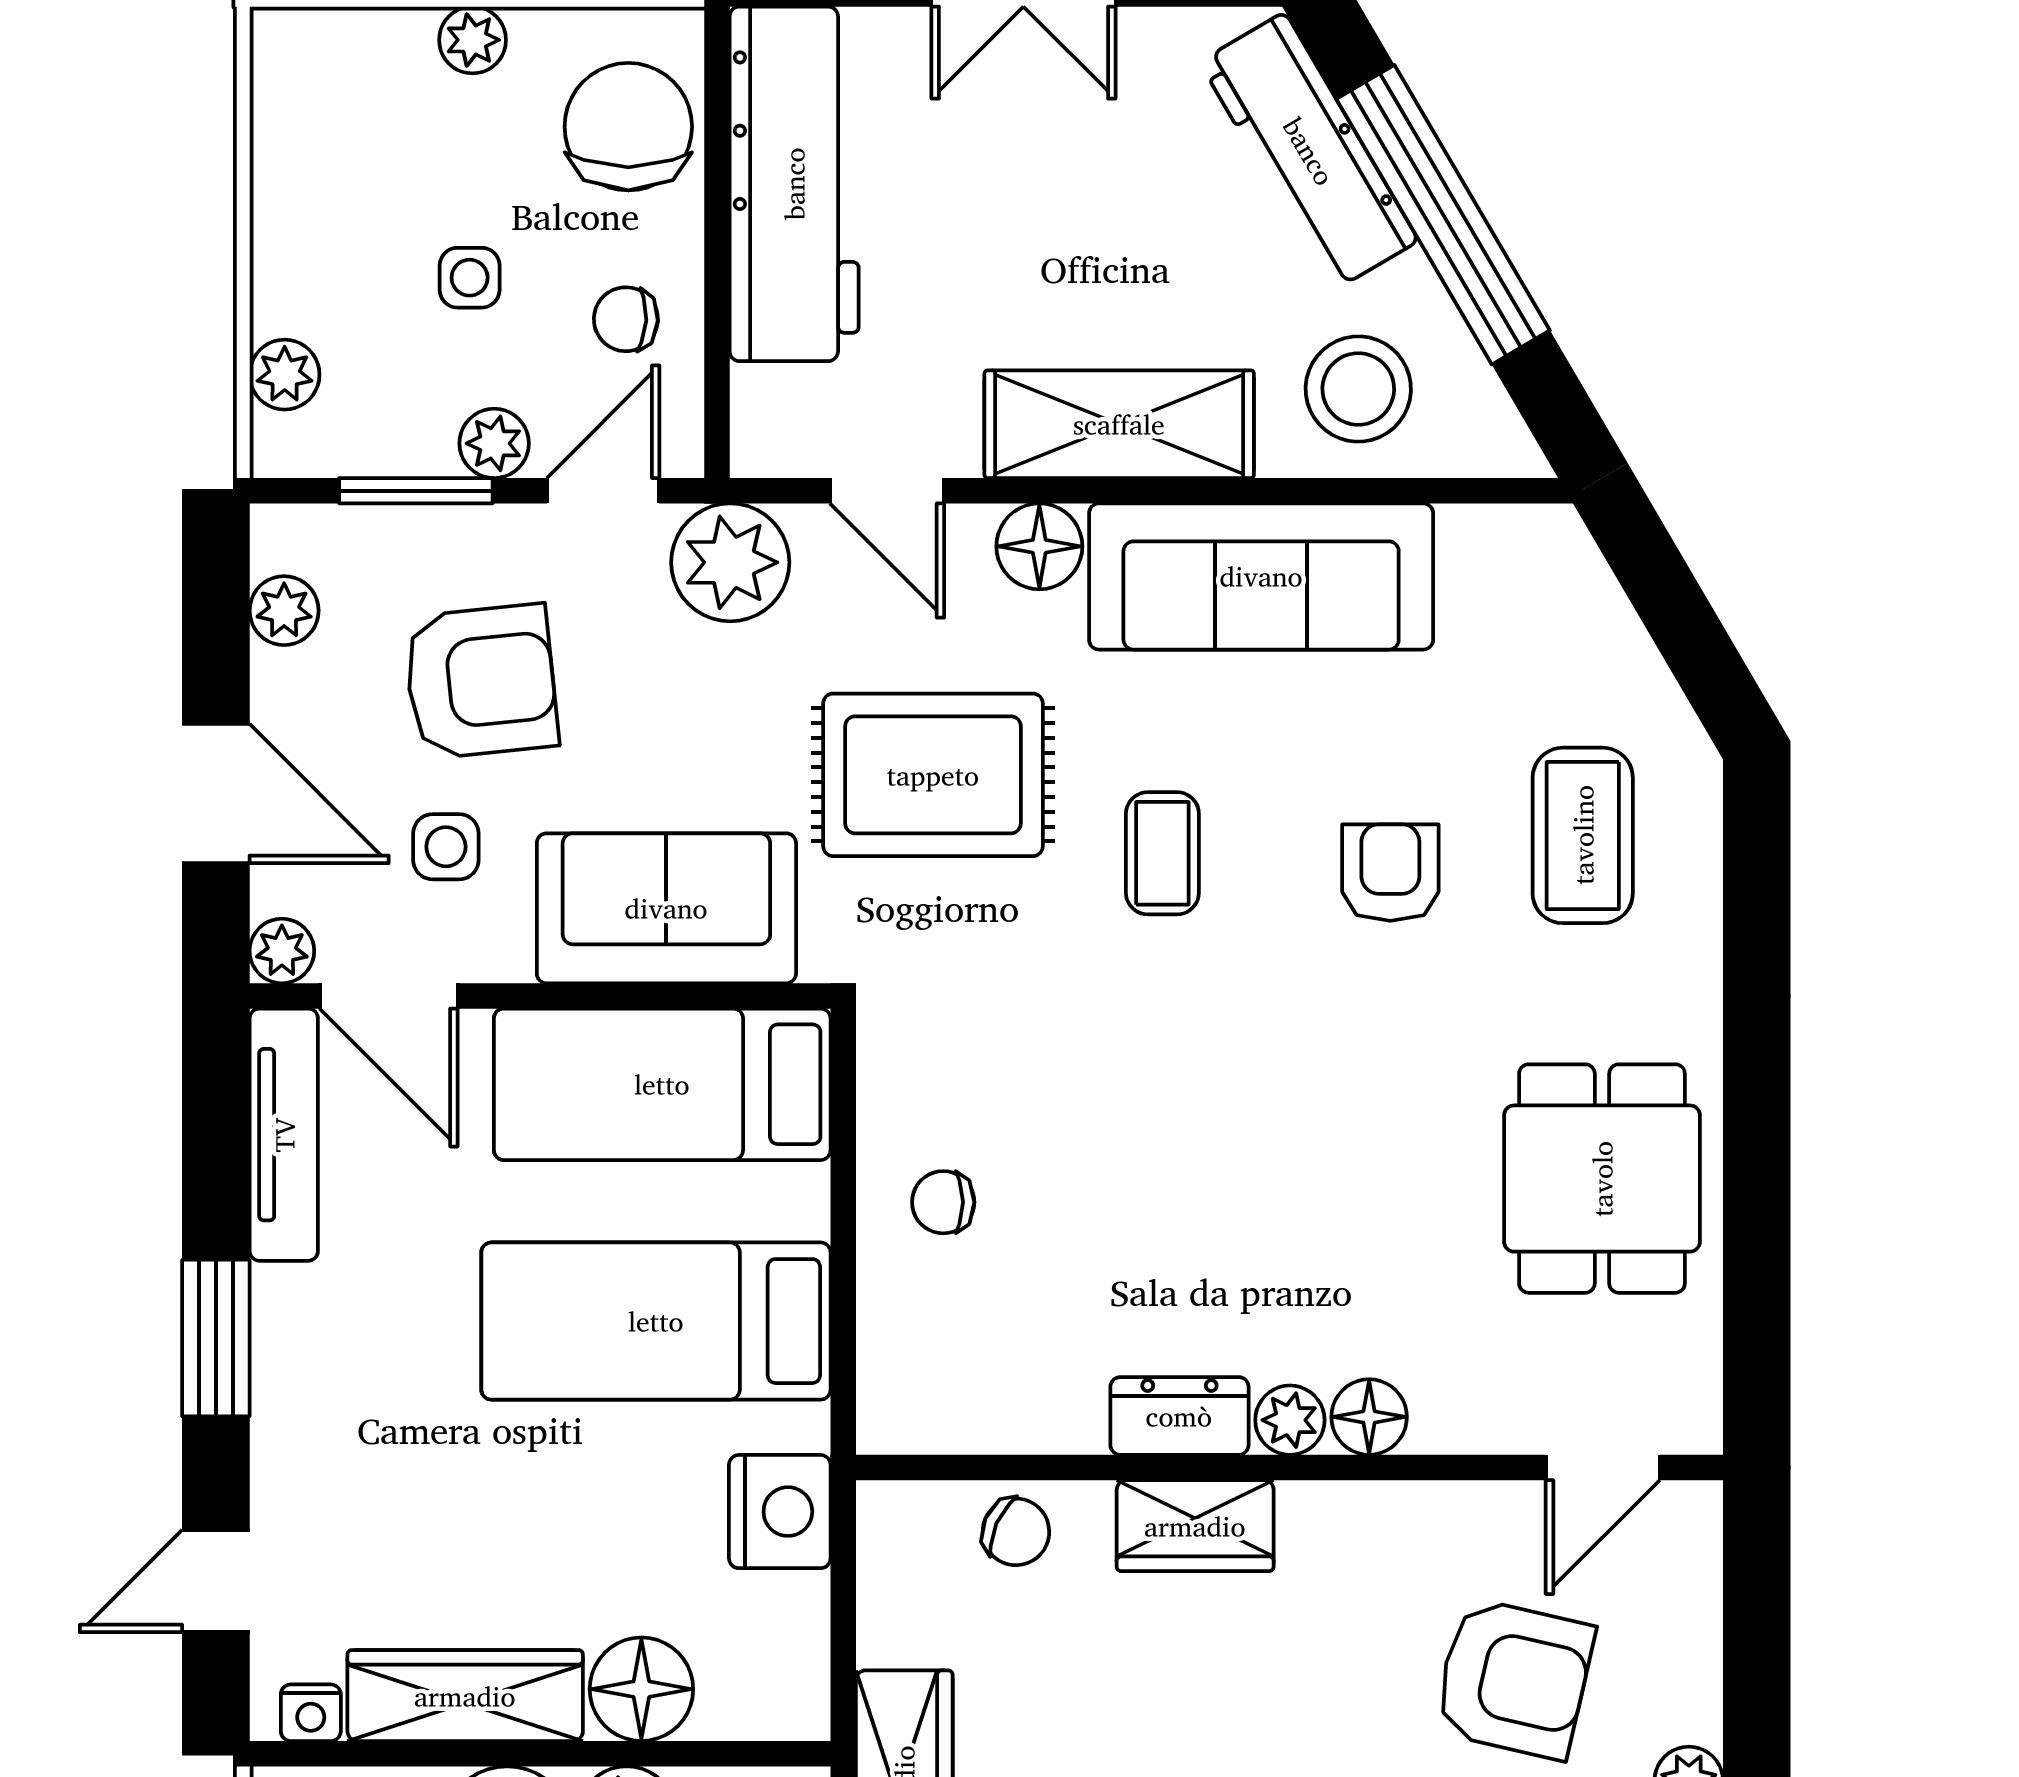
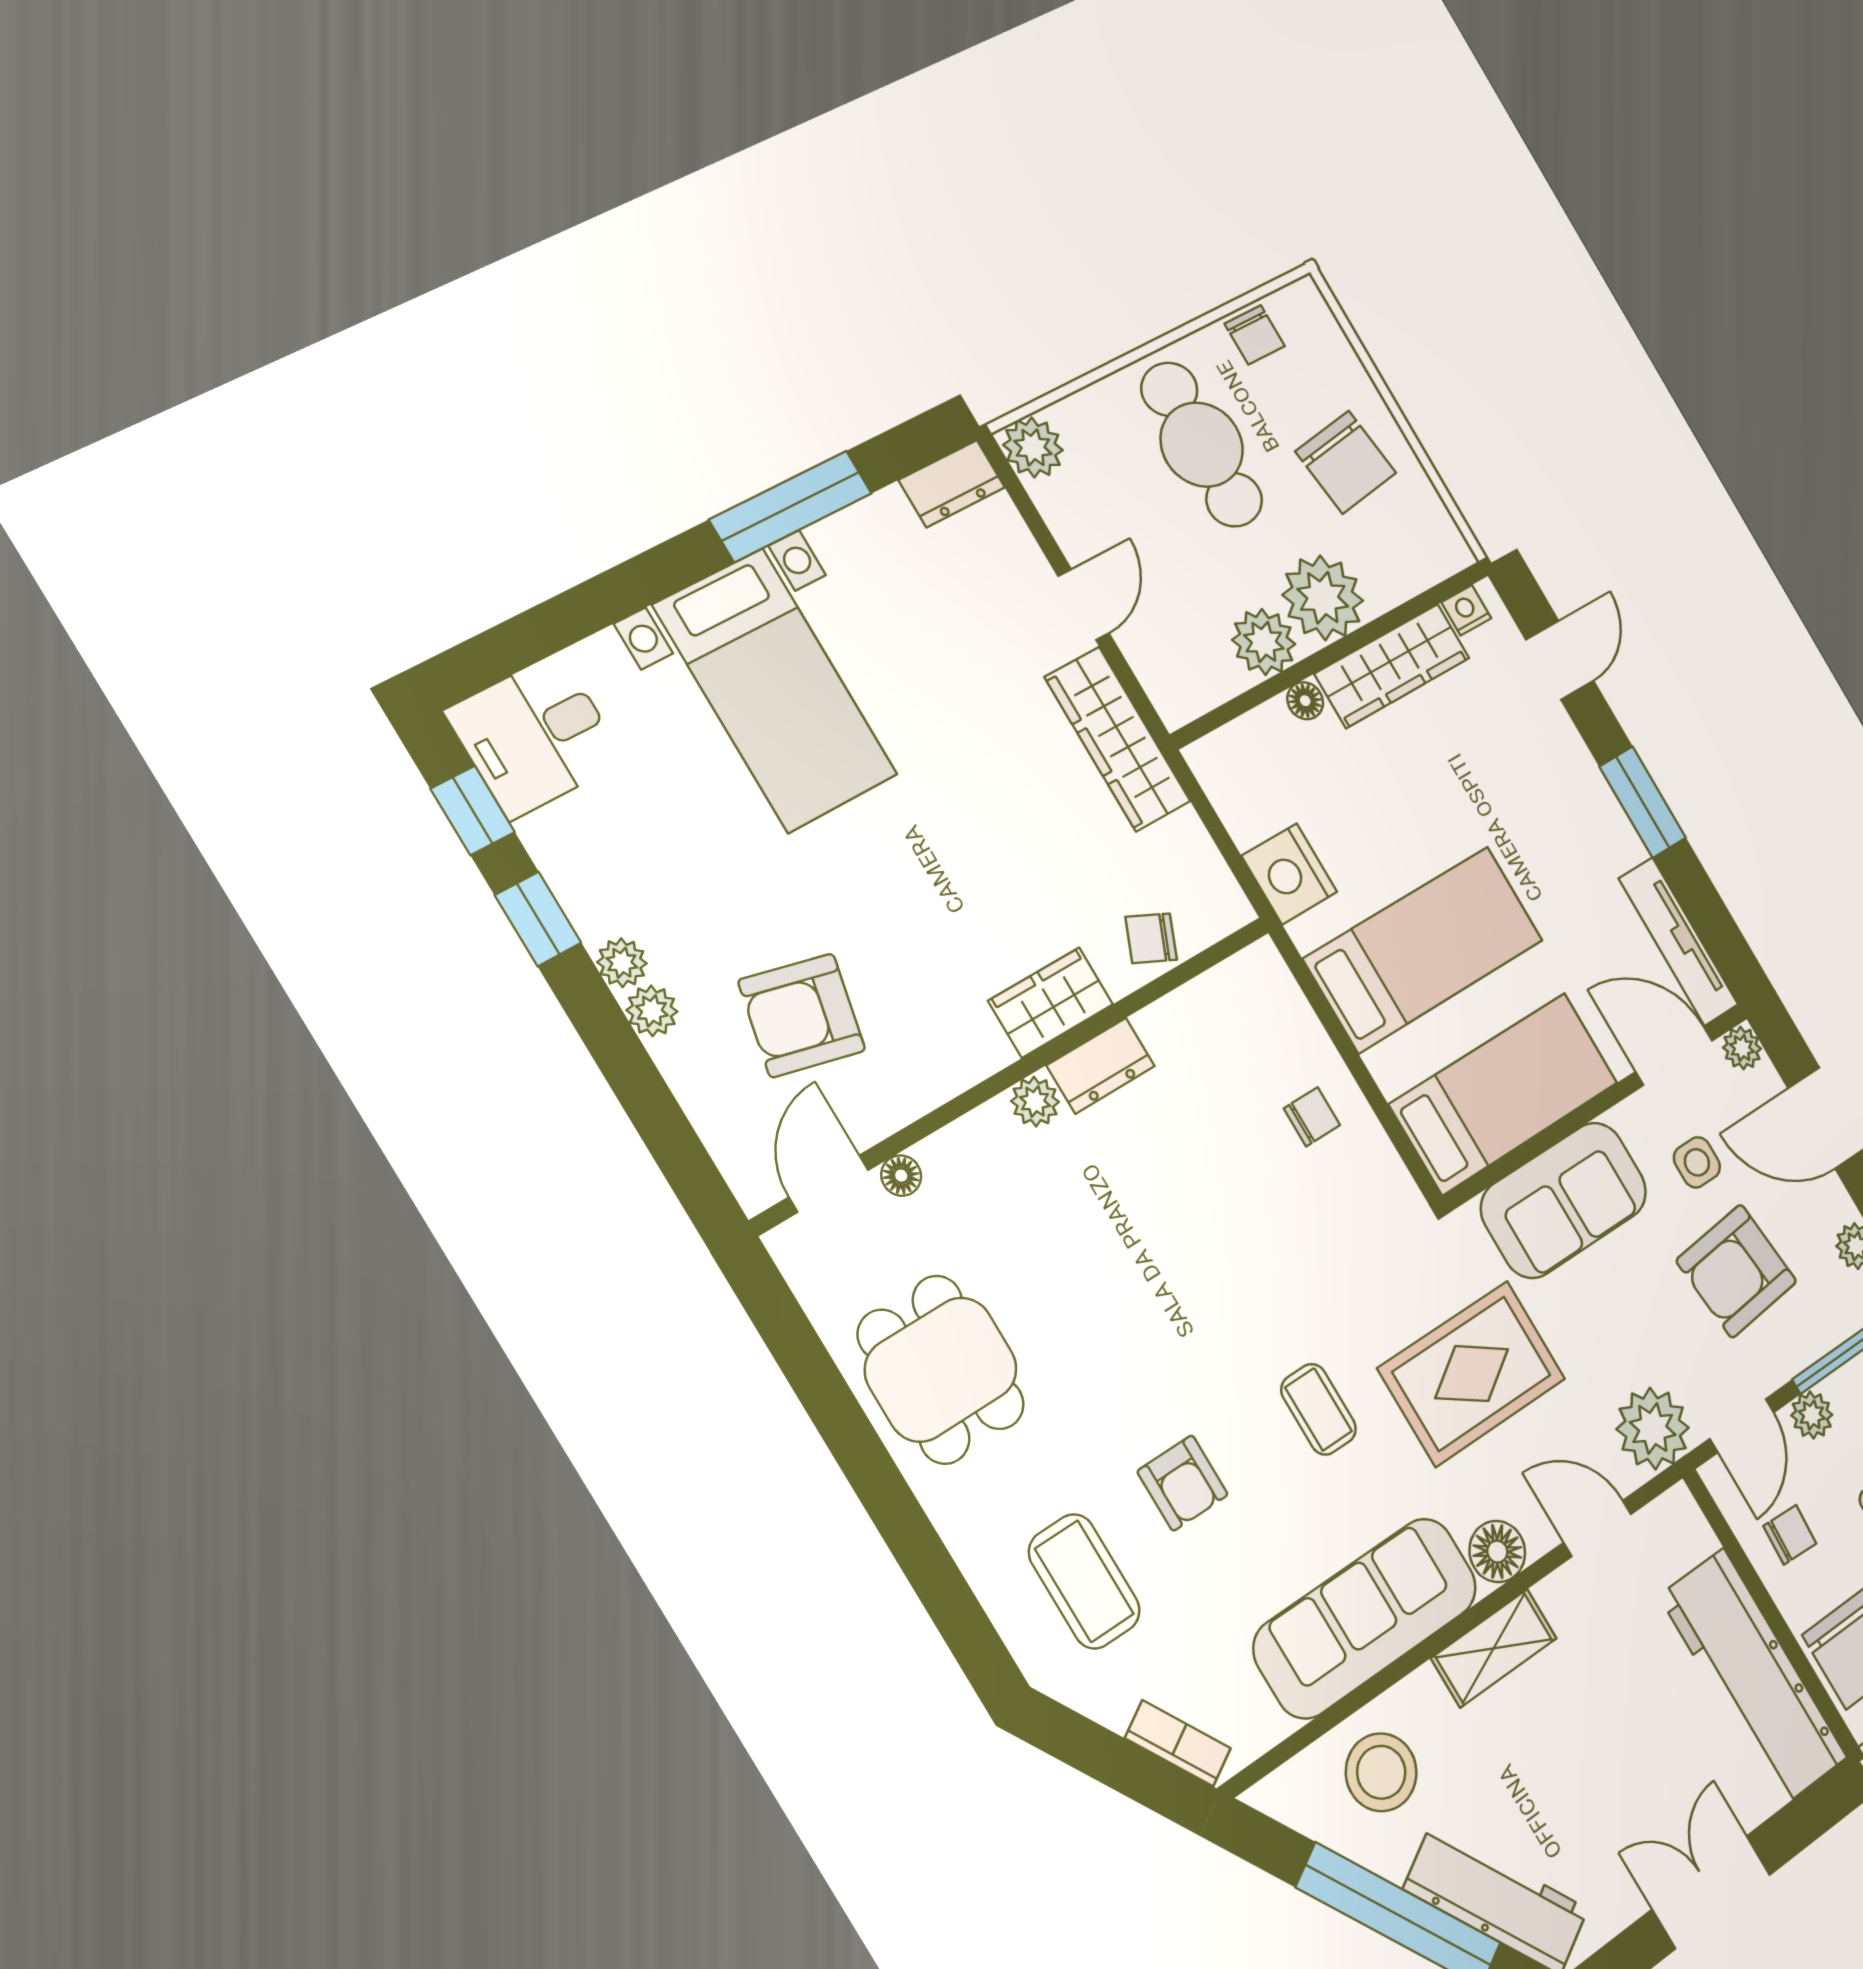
shelving: (1119, 424) -> (1494, 1648), width x0.67, depth x0.75
bookcase: (1587, 583) -> (1178, 1743), added
floor lamp: (1369, 1417) -> (901, 1176), moved, width x0.73, depth x0.73
floor lamp: (641, 1689) -> (1305, 701), width x0.53, depth x0.53

